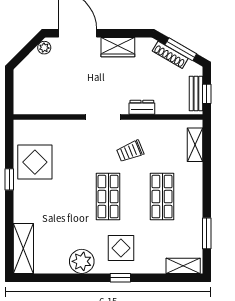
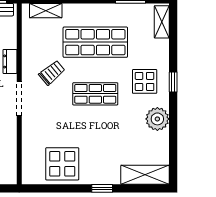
trolley: (130, 151) -> (52, 73), turned -108
window: (9, 179) -> (102, 188), moved
shop shelf: (162, 197) -> (95, 42), width x1.43, depth x1.36

